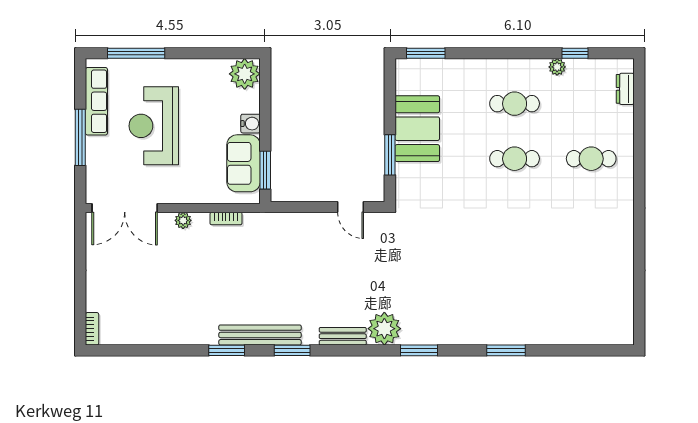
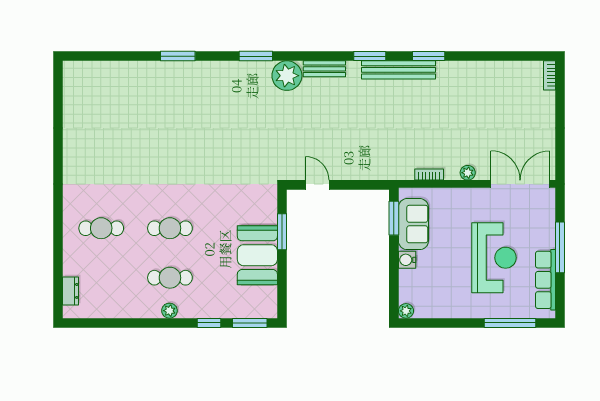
window: (575, 53) -> (209, 323), moved
plant: (557, 67) -> (169, 311), moved
plant: (245, 74) -> (406, 311), width x0.53, depth x0.53

